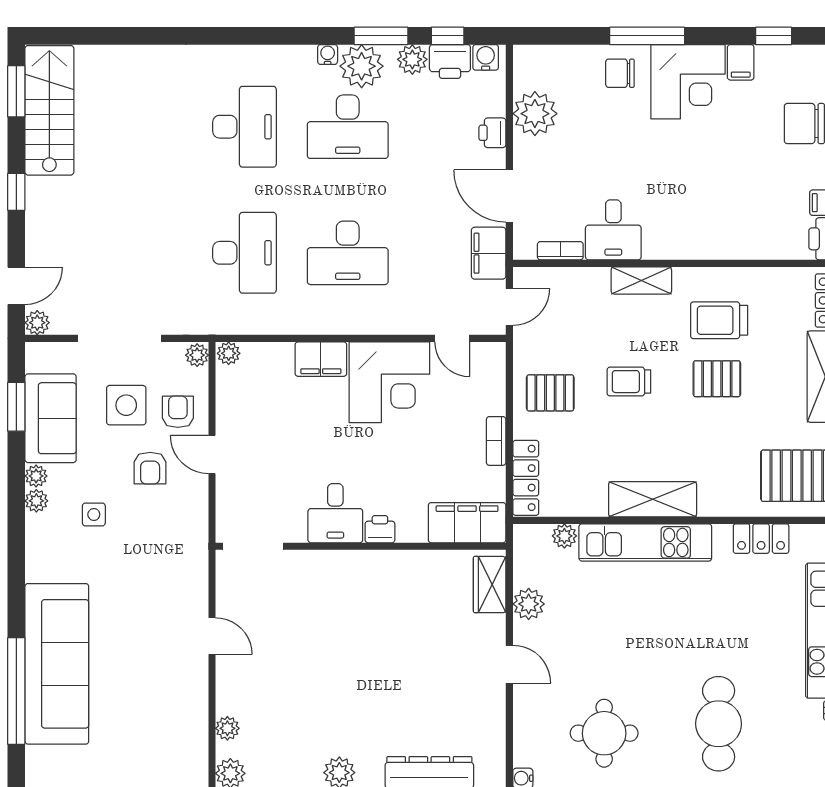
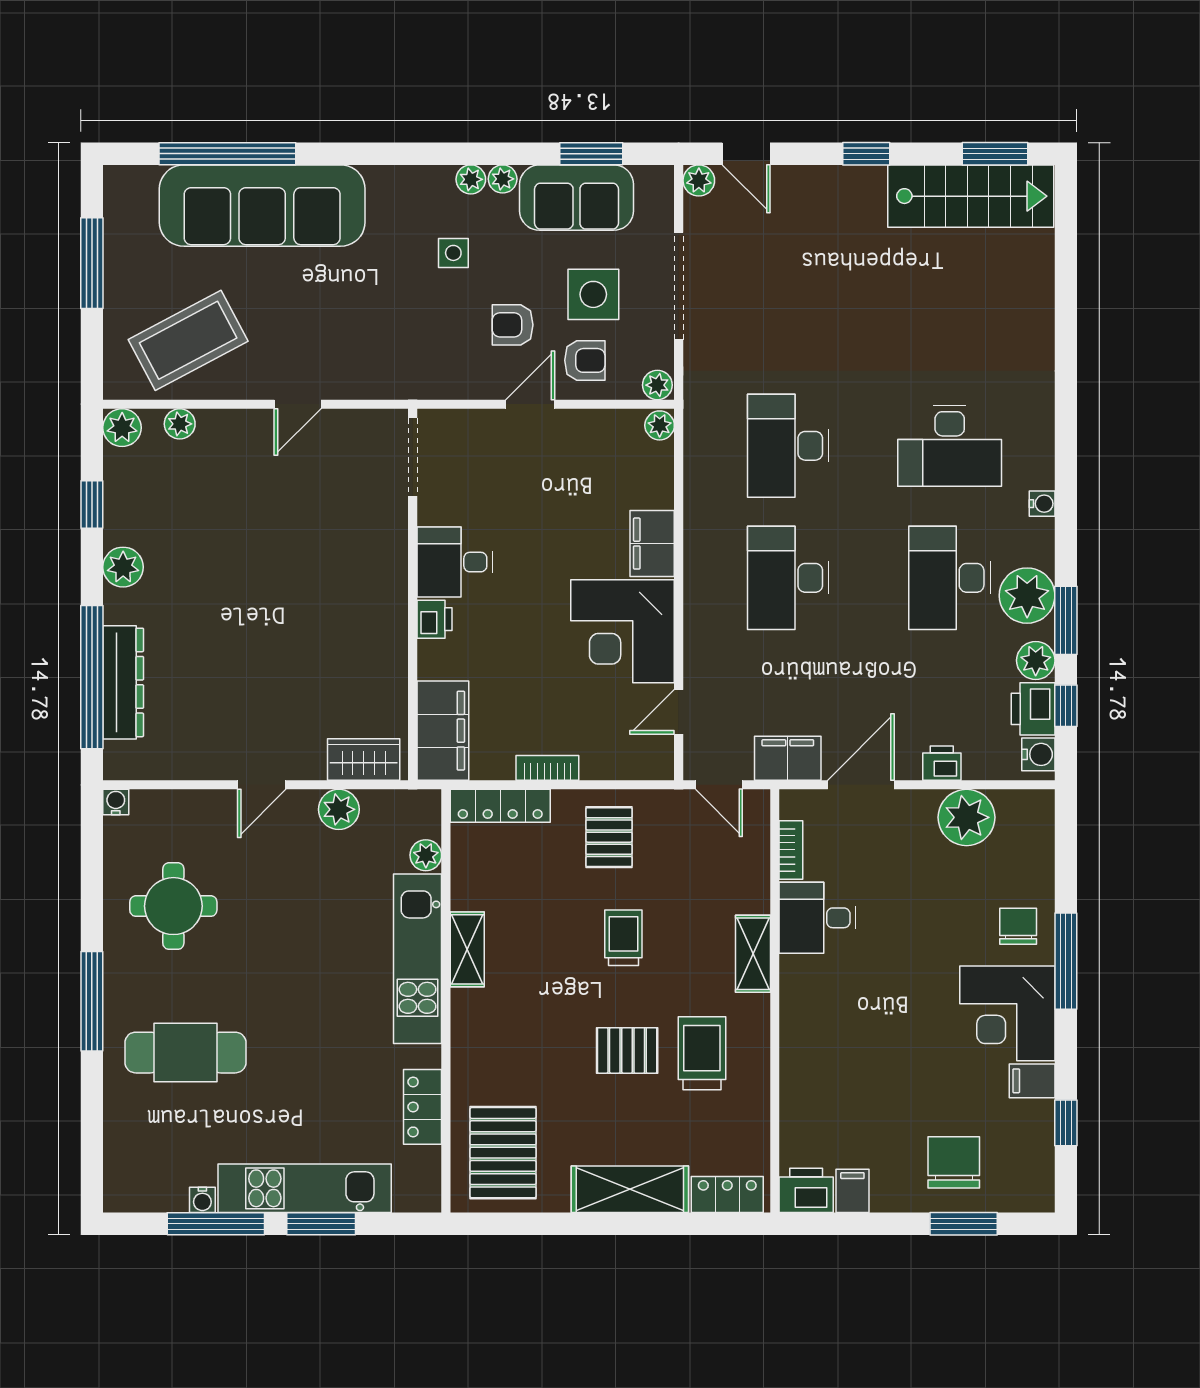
water cooler: (328, 54) -> (1042, 504), moved
desk: (244, 253) -> (788, 446), turned 90
pallet: (717, 379) -> (627, 1050), turned 90
shelving: (653, 499) -> (467, 949), width x0.67, depth x0.75
coffee table: (162, 722) -> (188, 340), added

